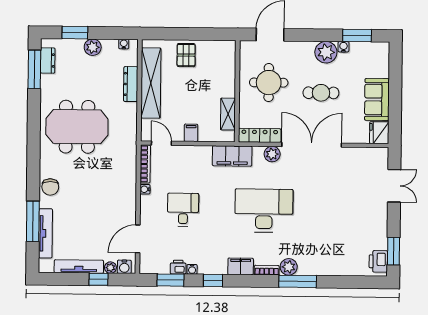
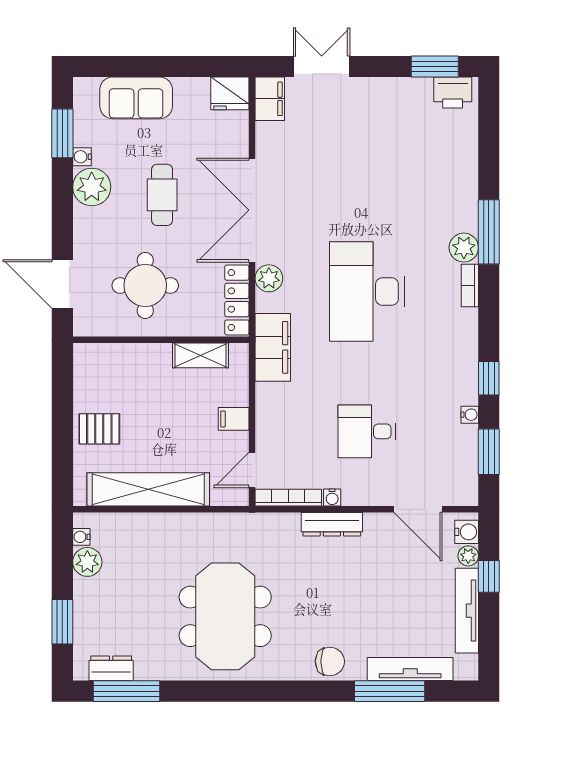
plant: (93, 47) -> (87, 562), moved
dresser: (131, 84) -> (332, 524), moved
sofa: (377, 100) -> (136, 98), moved
filing cabinet: (241, 266) -> (270, 99), moved, turned 180
printer: (178, 267) -> (466, 439), removed

